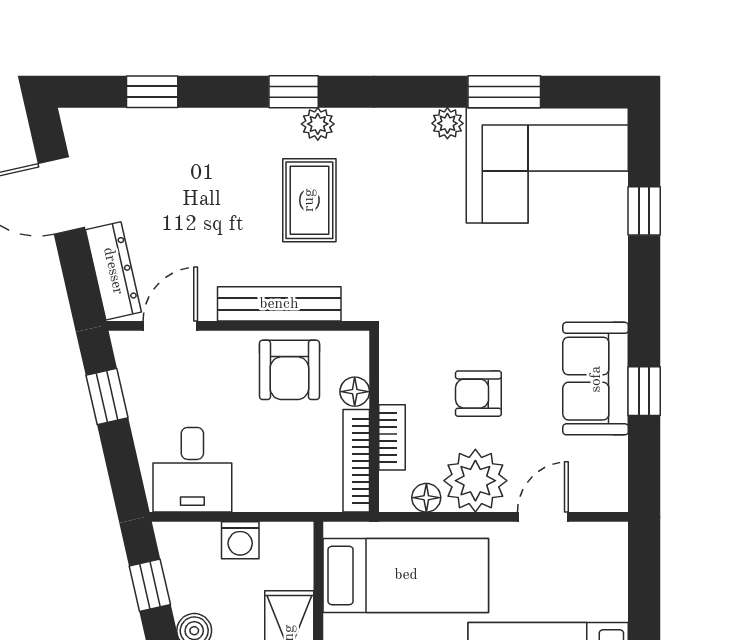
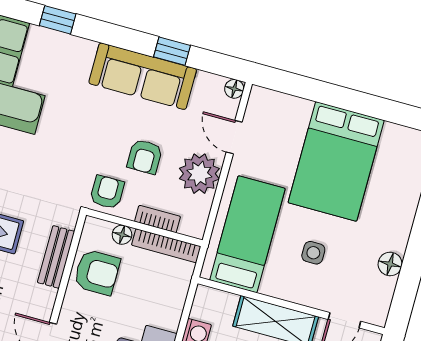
bench: (279, 304) -> (56, 257), width x0.73
armchair: (411, 353) -> (107, 192), added
sofa: (596, 379) -> (143, 76), width x1.36
floor lamp: (426, 498) -> (234, 89), moved

